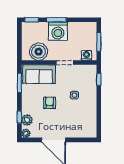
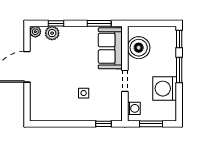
washing machine: (58, 31) -> (165, 89), moved
armchair: (50, 103) -> (74, 62), removed

